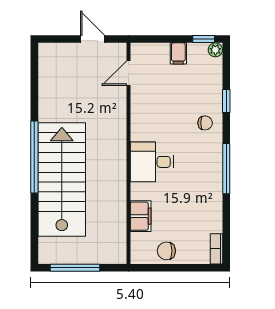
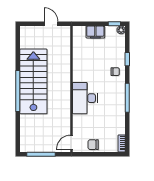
filing cabinet: (178, 53) -> (95, 32), width x2.00
door: (128, 73) -> (71, 142), moved
desk: (152, 162) -> (85, 98), width x1.37
stairs: (62, 180) -> (33, 81), moved
filing cabinet: (141, 216) -> (78, 125), removed

